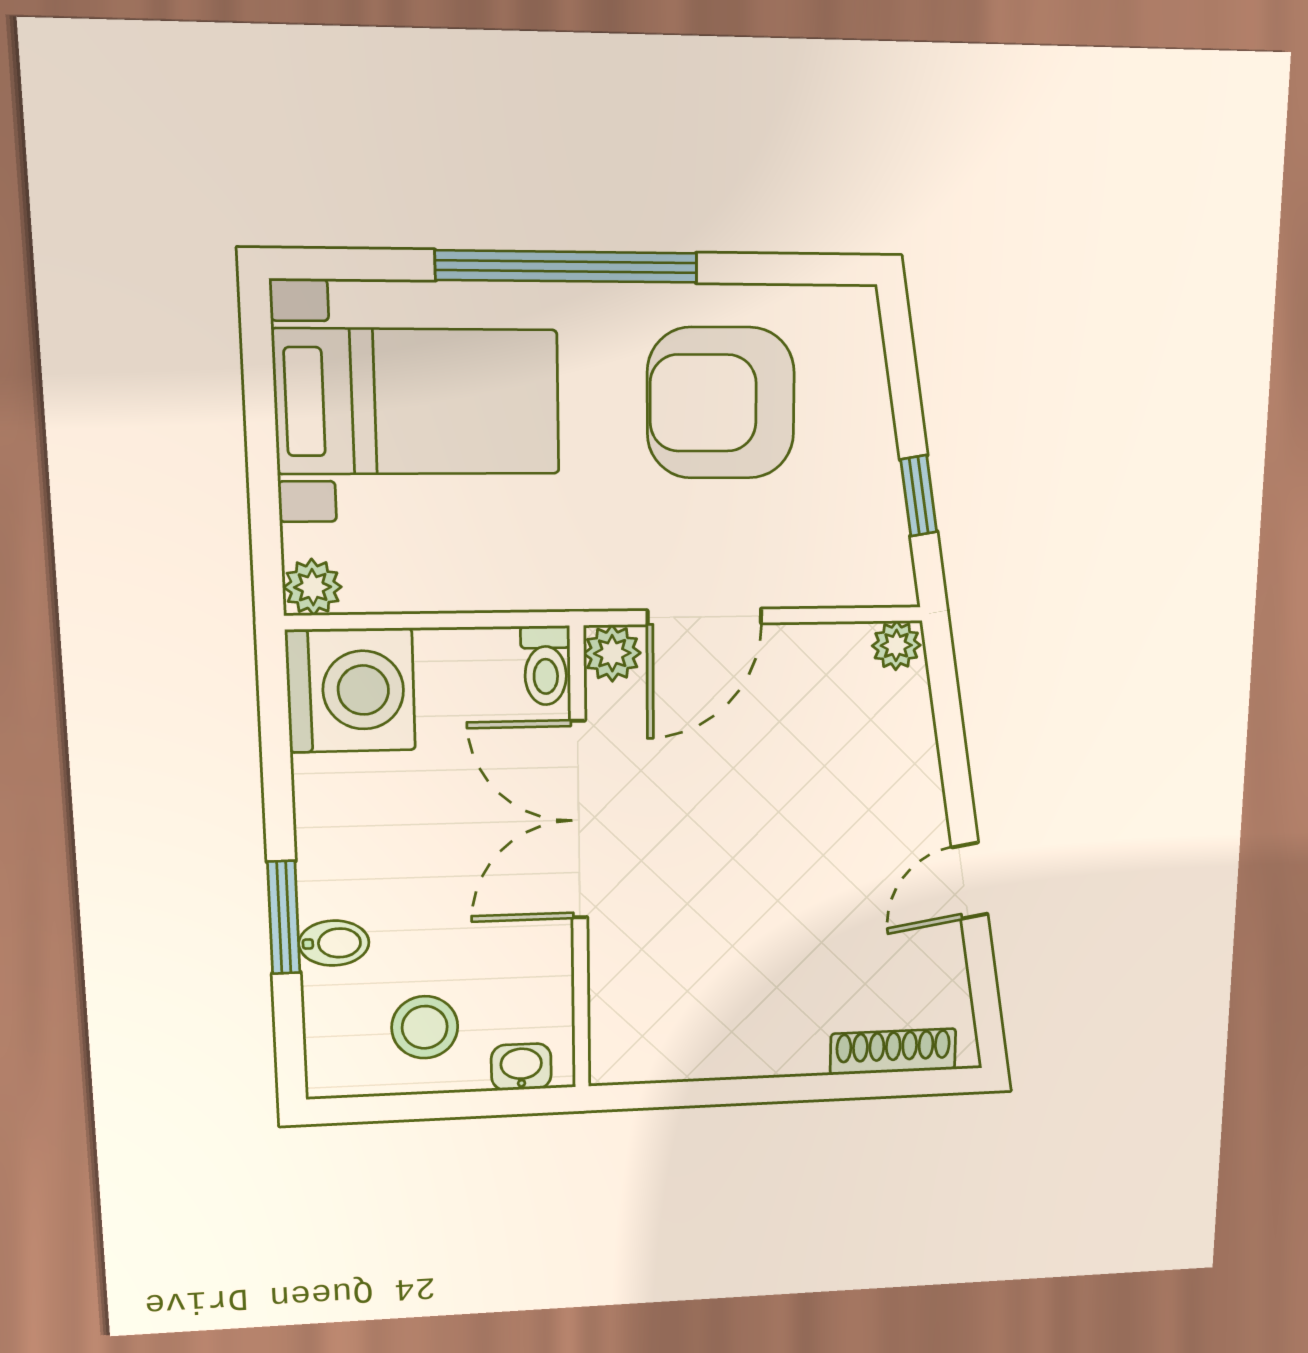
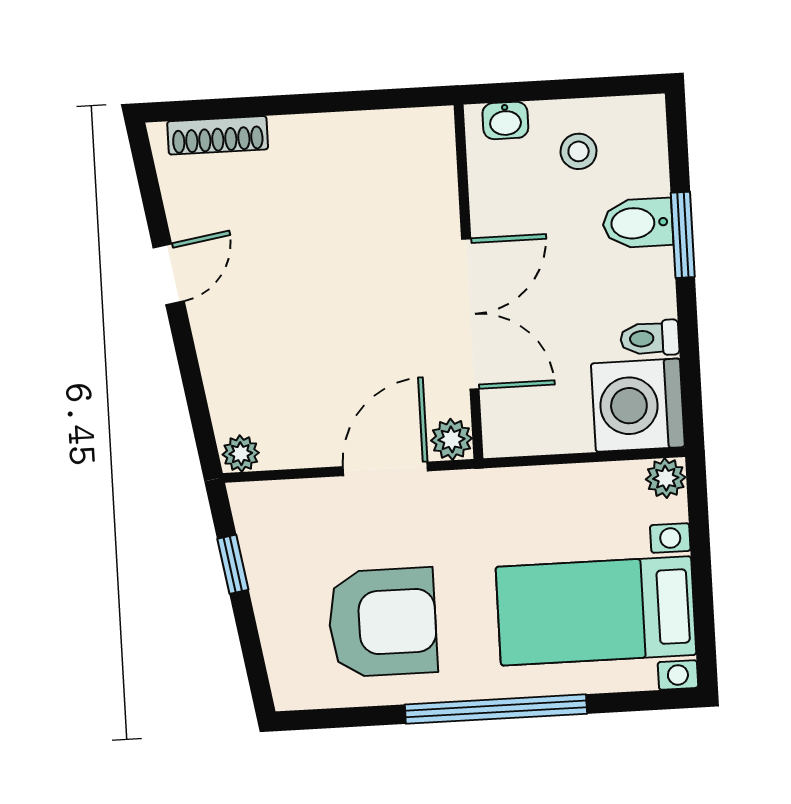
toilet: (546, 665) -> (650, 338), moved, turned -90
bidet: (334, 943) -> (638, 223), width x1.38, depth x1.36
stool: (425, 1027) -> (579, 151), width x0.73, depth x0.73

